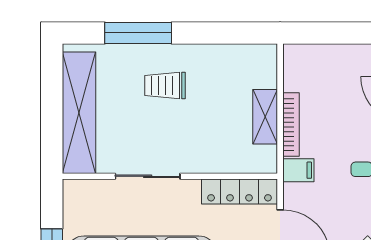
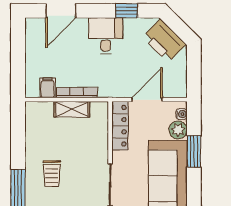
filing cabinet: (298, 170) -> (48, 88), moved

